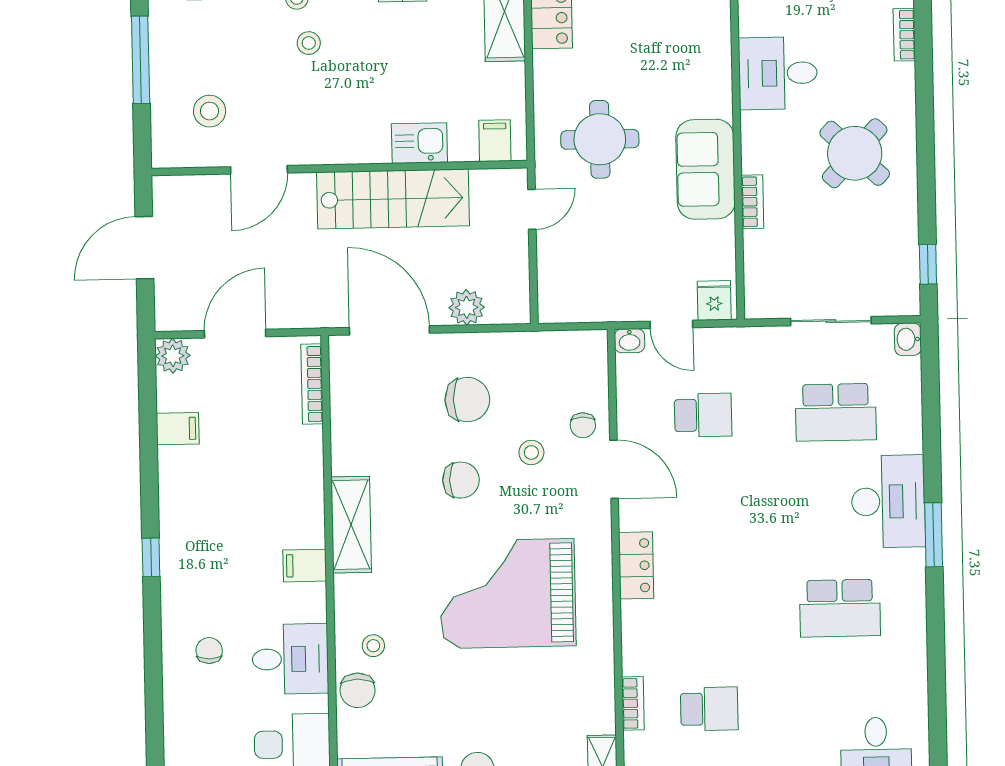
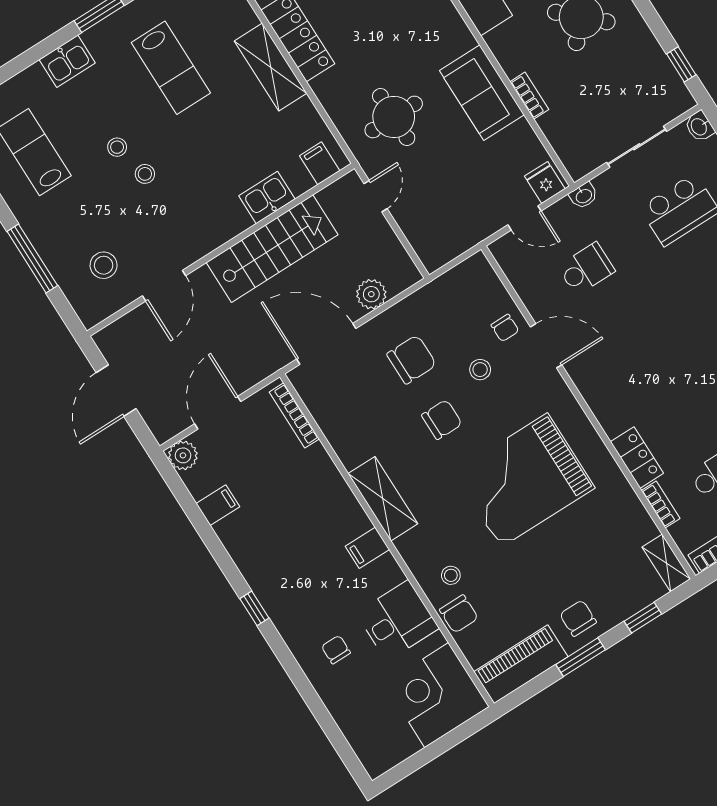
washbasin: (630, 341) -> (584, 196), moved
locker: (636, 565) -> (637, 458), moved

